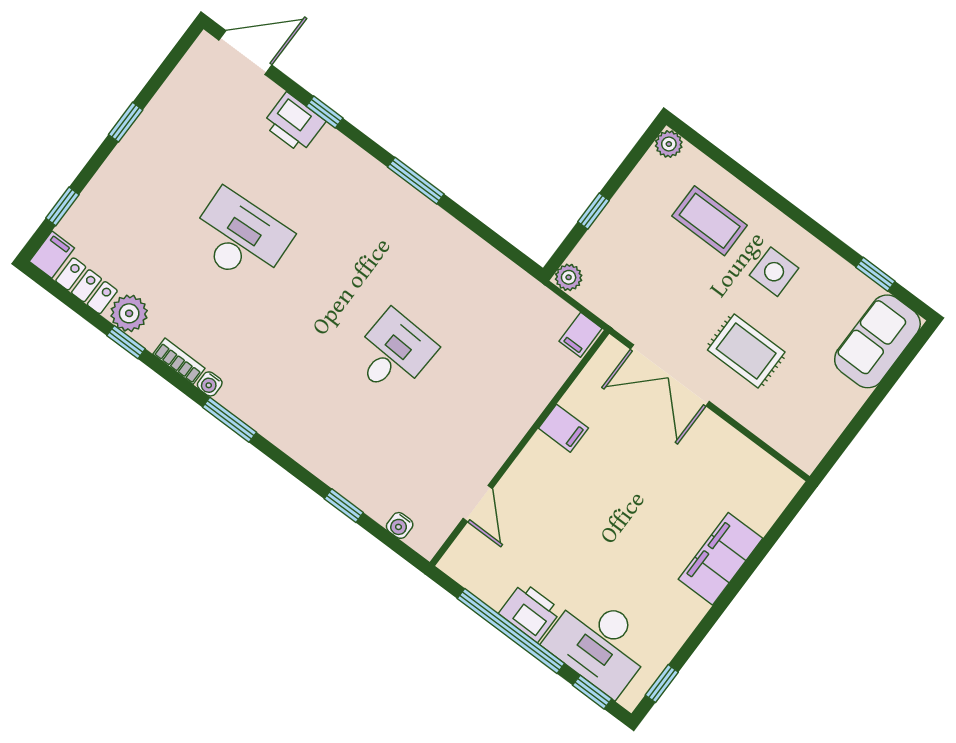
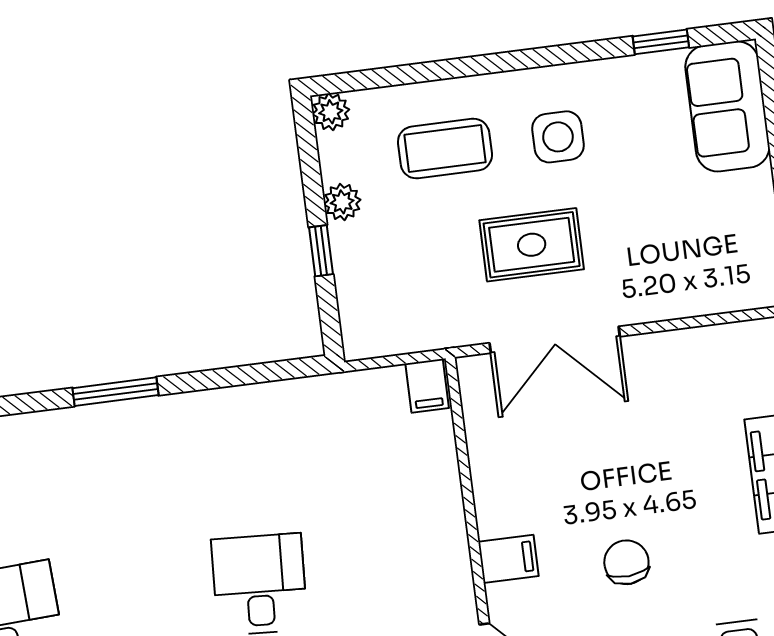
plant: (569, 277) -> (342, 202), moved
rug: (746, 351) -> (532, 245), moved
filing cabinet: (563, 428) -> (508, 559), moved
chair: (595, 527) -> (626, 562), added

